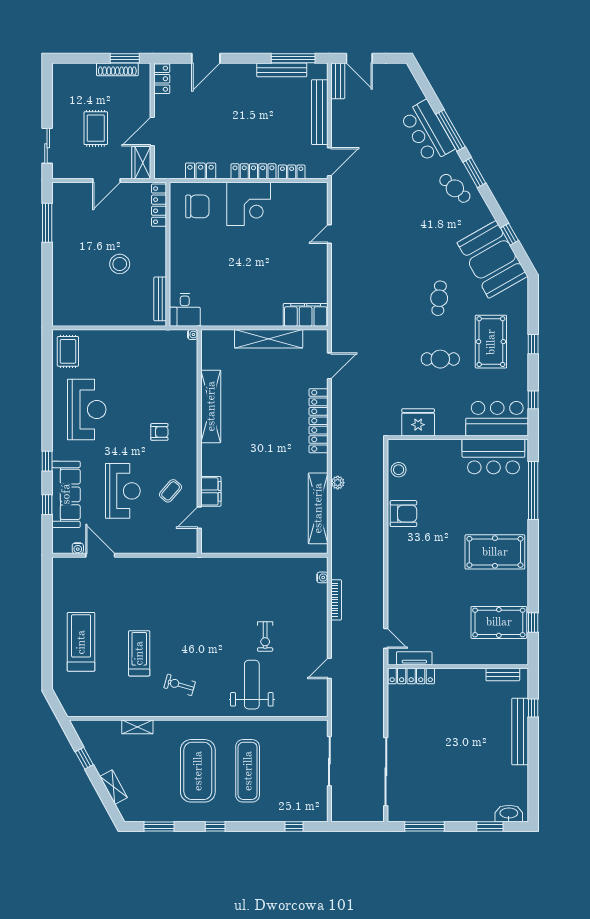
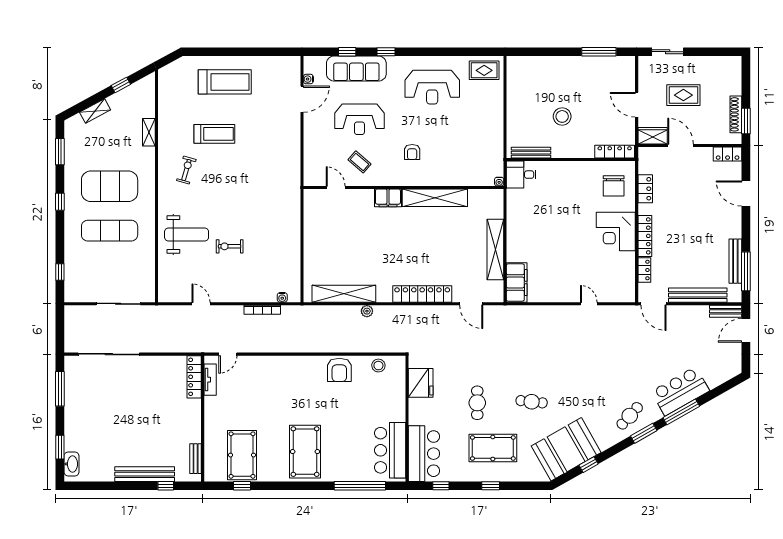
filing cabinet: (211, 491) -> (388, 198), moved

